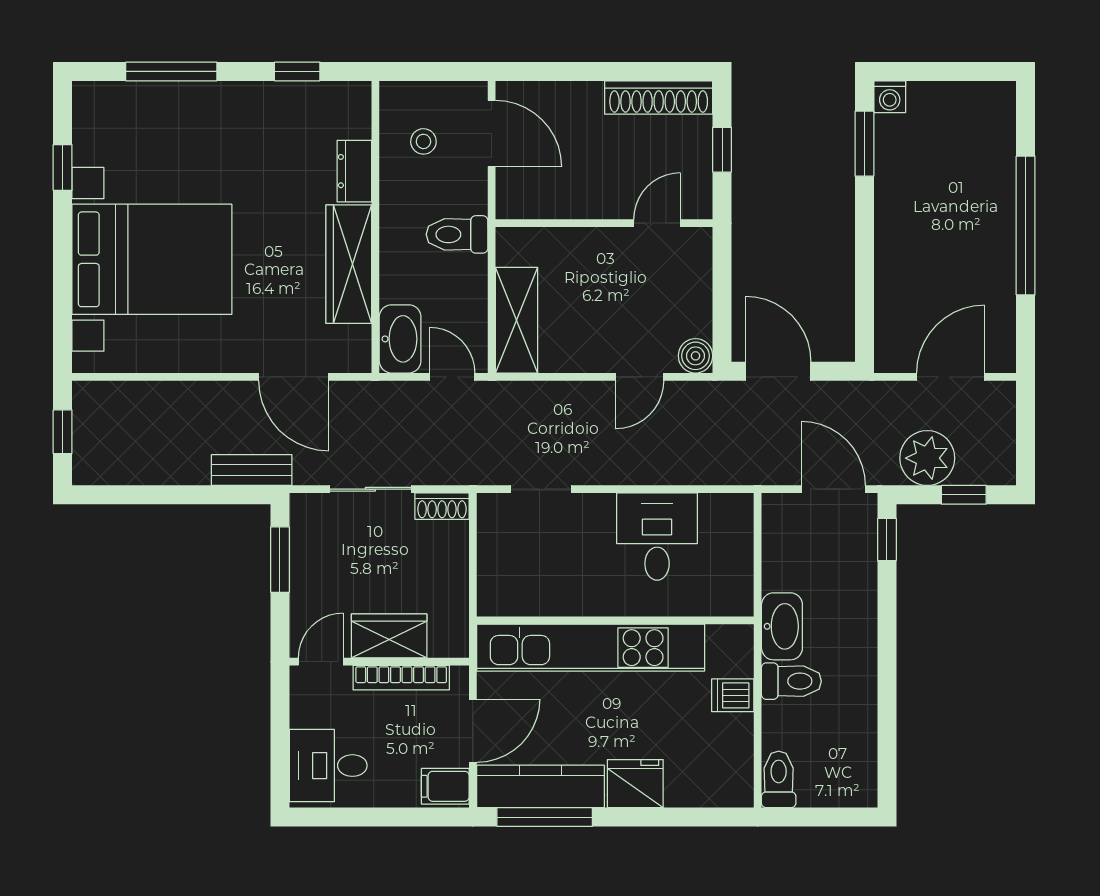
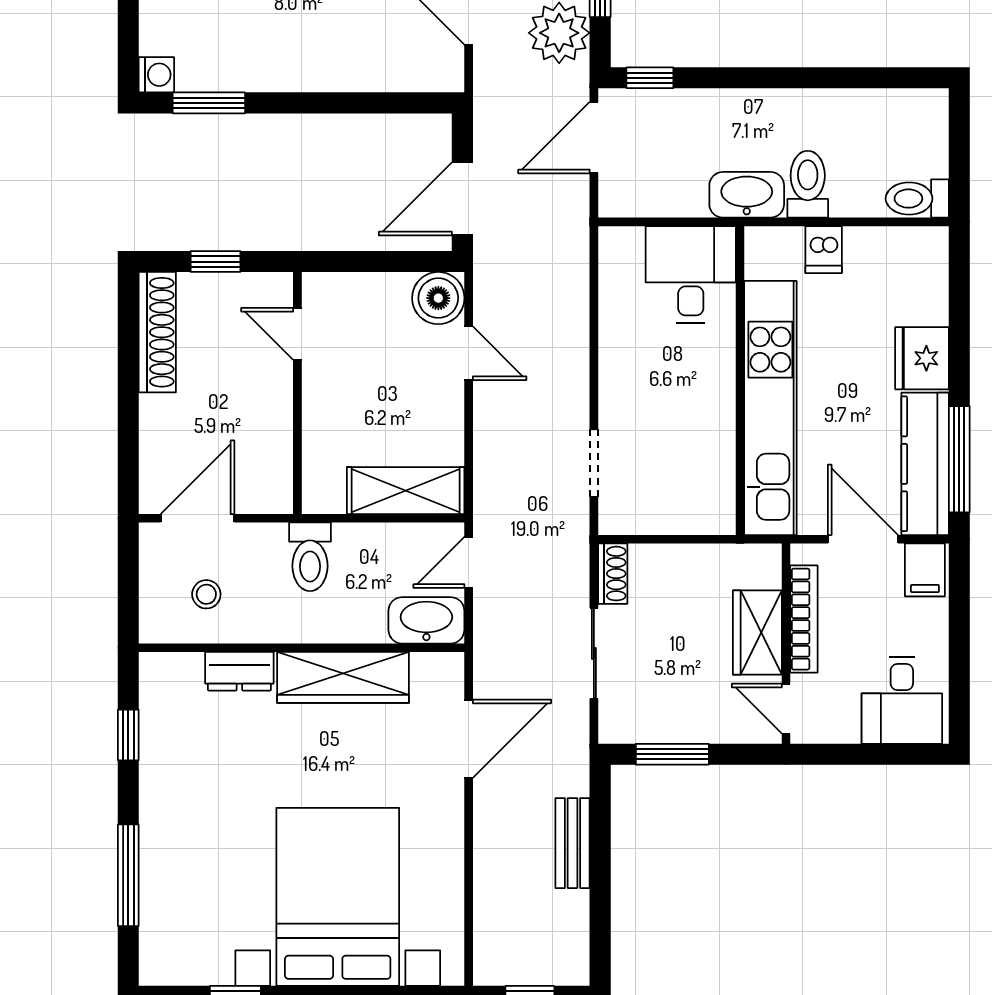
boiler: (696, 356) -> (438, 298), width x1.36, depth x1.36
bench: (252, 470) -> (573, 843), moved
desk: (657, 537) -> (691, 275), moved, turned 90

